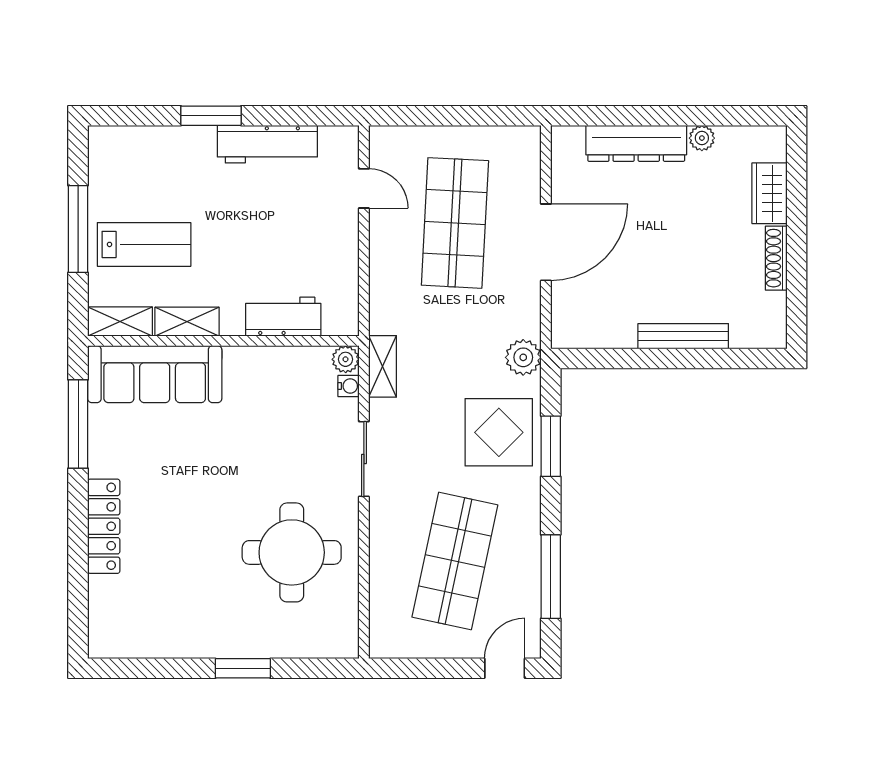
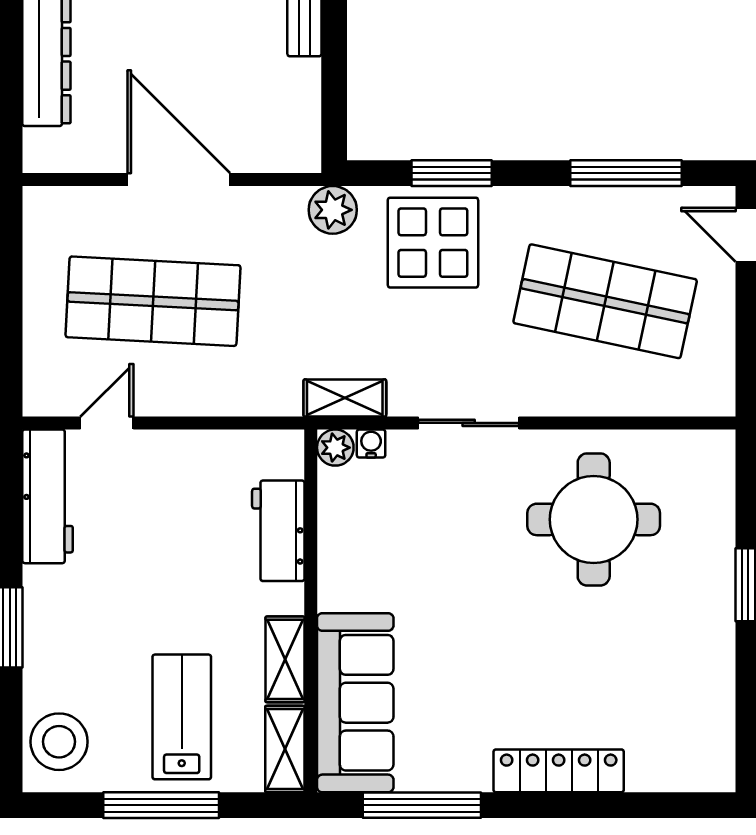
workbench: (267, 144) -> (48, 496), moved
stool: (126, 153) -> (59, 742), added

